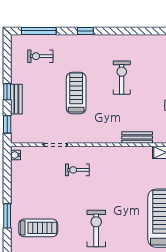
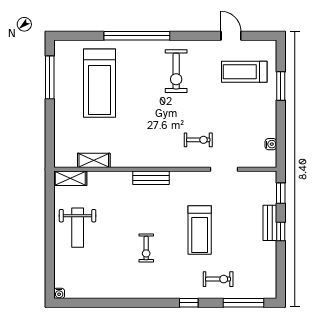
exercise bike: (40, 56) -> (218, 279), moved
exercise bike: (122, 78) -> (146, 248), width x0.73, depth x0.72
bench: (137, 138) -> (151, 178), moved
water cooler: (15, 155) -> (271, 144), moved

